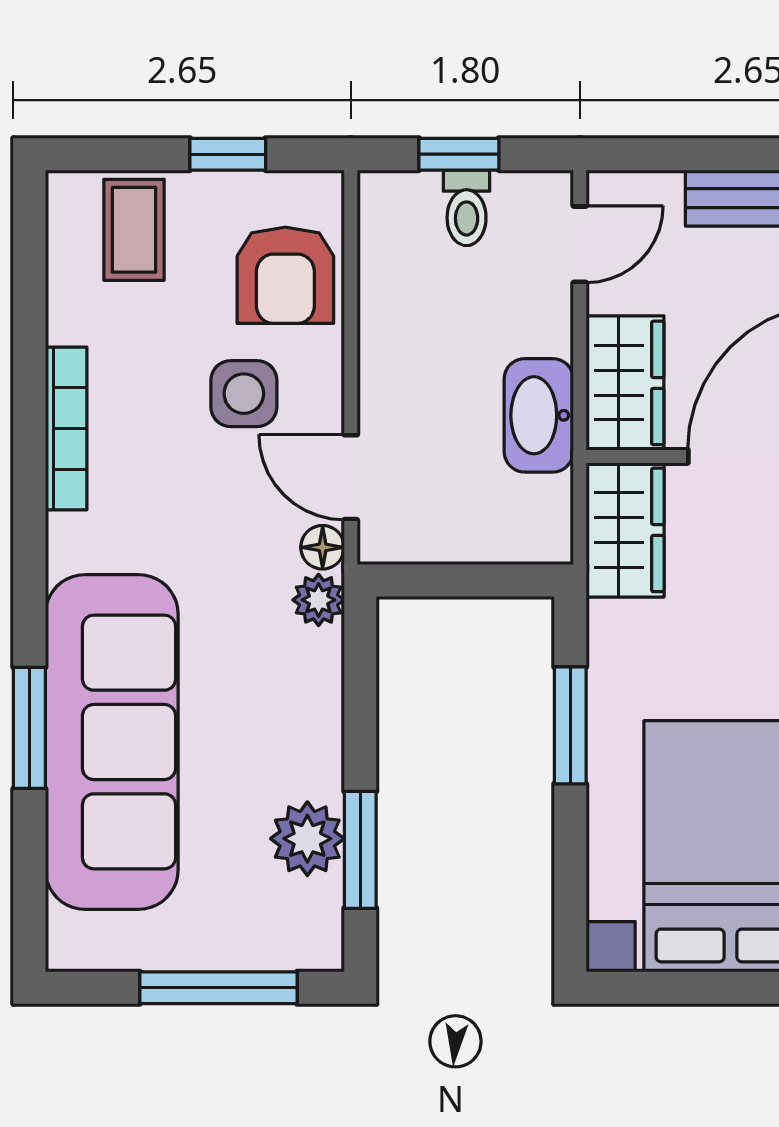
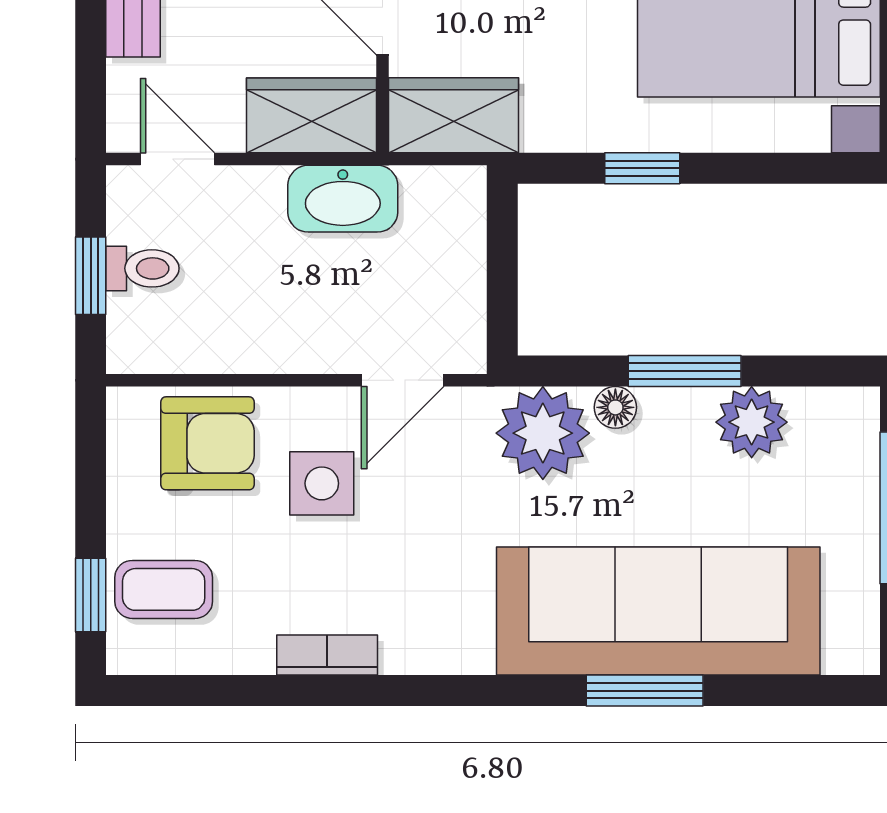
window: (228, 154) -> (91, 595), moved
bookcase: (66, 428) -> (327, 655), width x0.64
floor lamp: (323, 547) -> (615, 407), moved
plant: (319, 600) -> (543, 433), width x1.87, depth x1.87
window: (570, 725) -> (642, 168), width x0.67
window: (360, 850) -> (685, 371), moved

